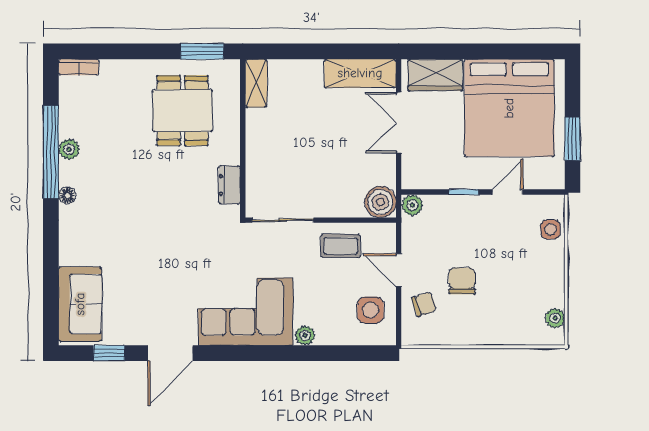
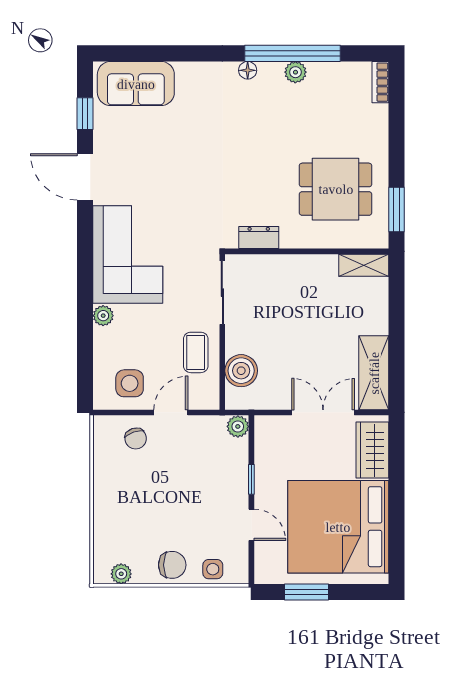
boiler: (380, 202) -> (241, 371), moved
chair: (462, 281) -> (172, 565), moved

